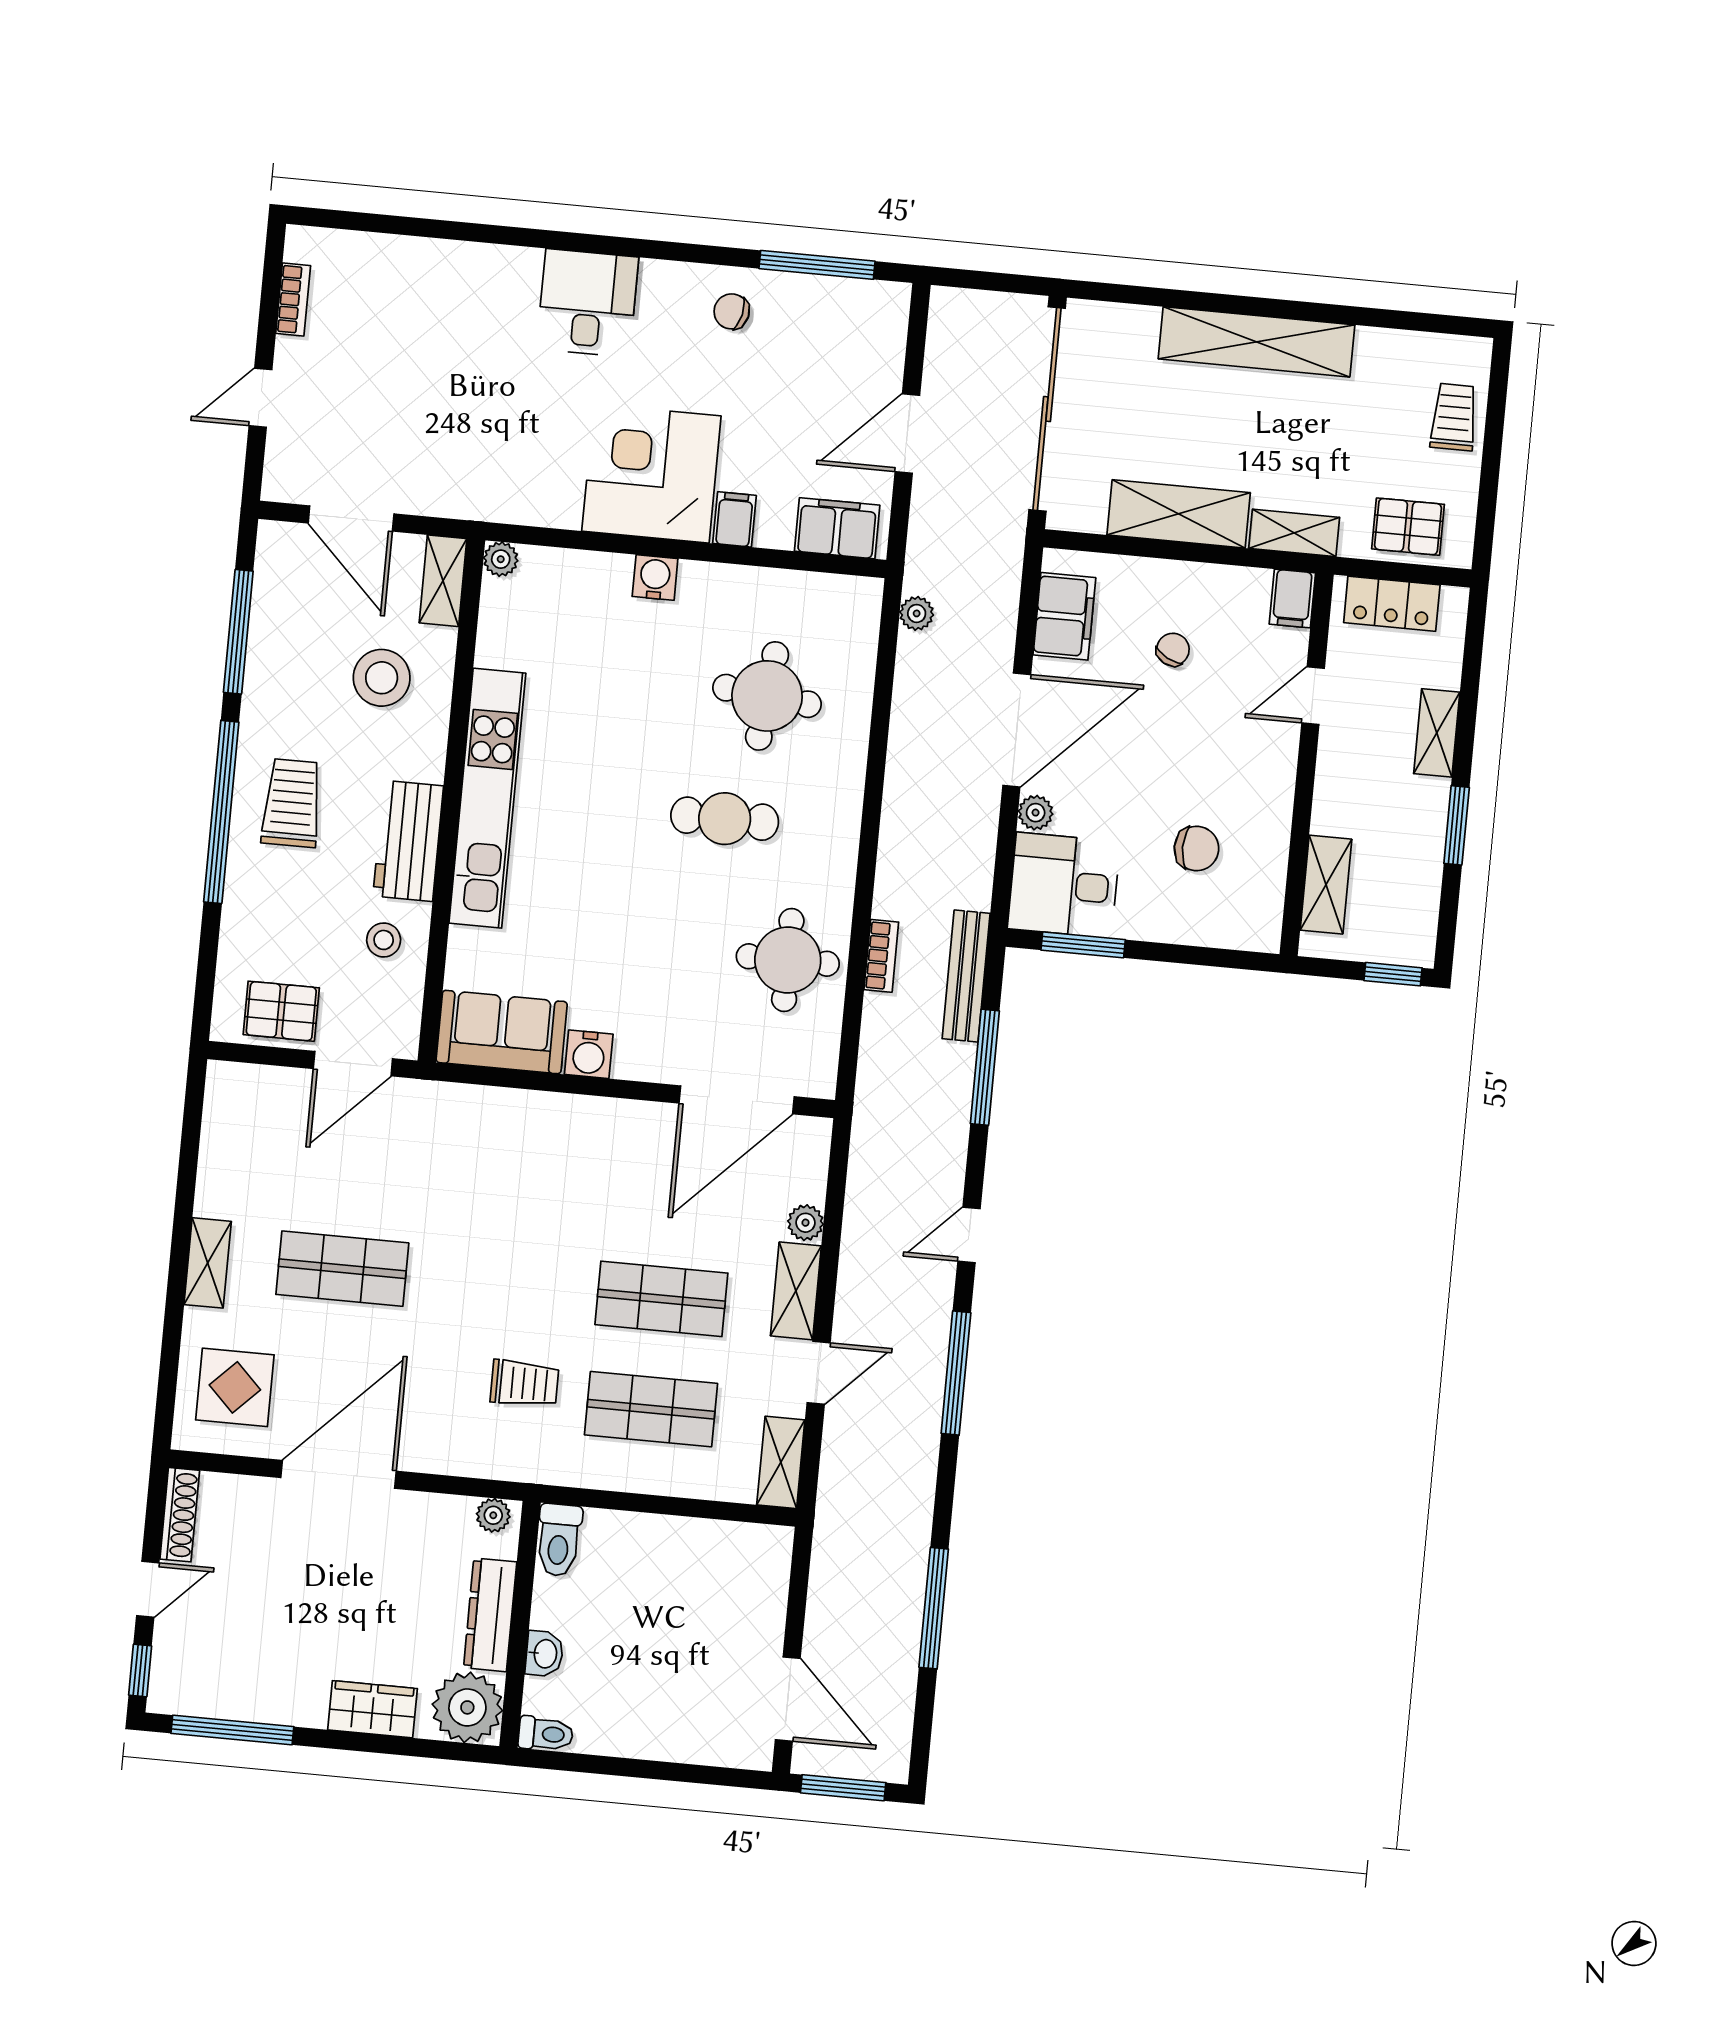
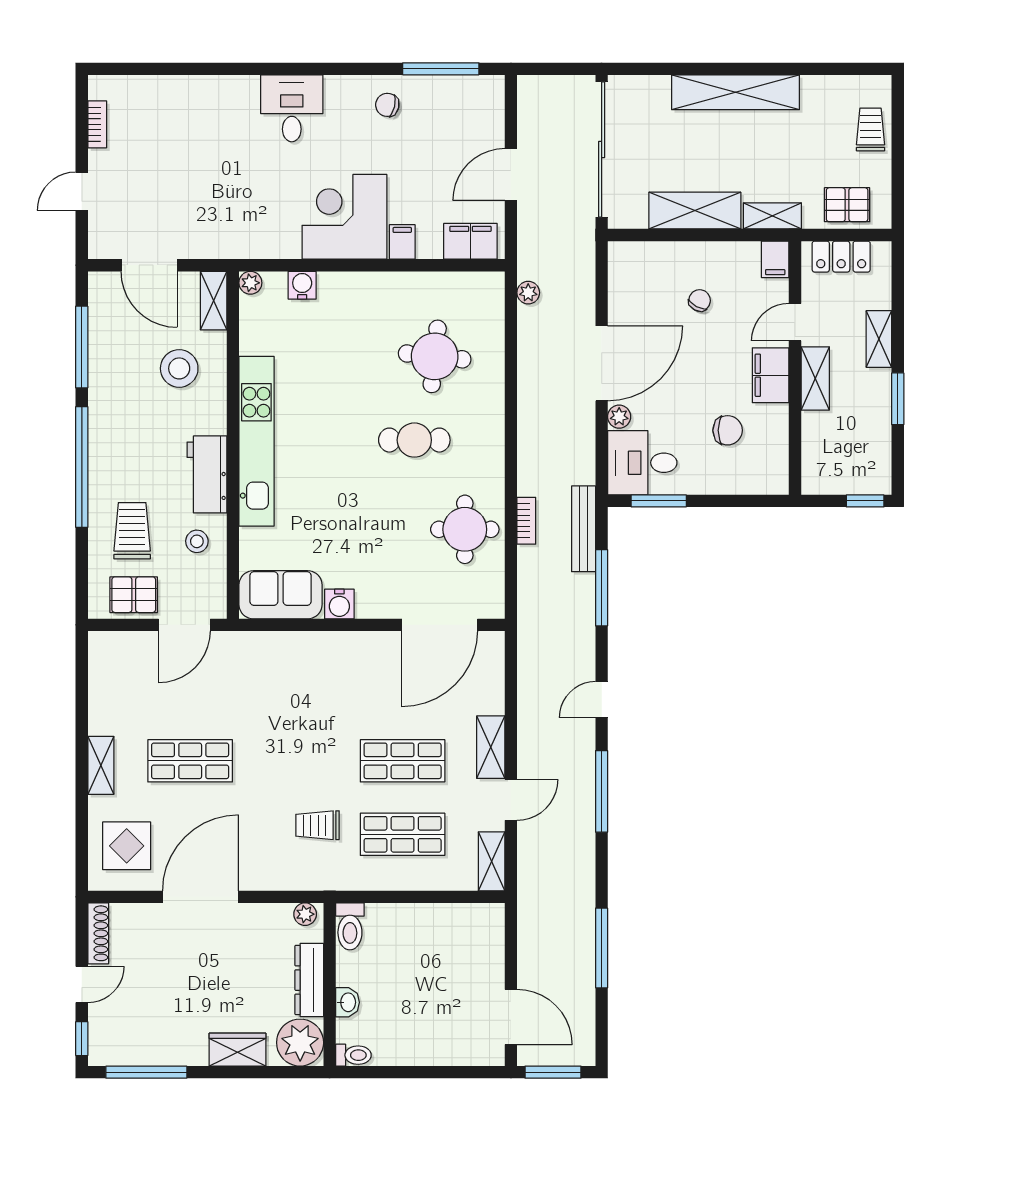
water cooler: (655, 577) -> (302, 285), moved
filing cabinet: (1064, 616) -> (771, 375), moved, turned 180
trolley: (292, 803) -> (132, 531), moved
shelving: (1326, 885) -> (815, 378), moved
plant: (806, 1223) -> (493, 702), removed
trolley: (524, 1383) -> (318, 825), turned 180

